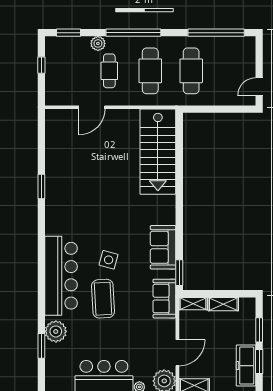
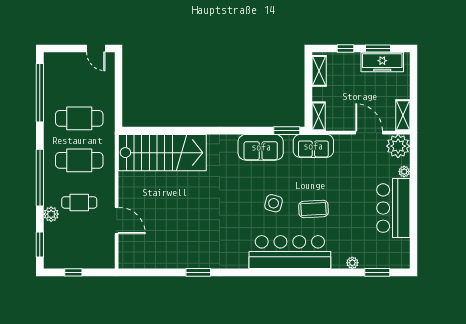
coffee table: (103, 299) -> (314, 209), width x0.73, depth x0.76
shelving: (223, 304) -> (319, 71), moved
window: (259, 330) -> (346, 48), width x0.67
plant: (56, 331) -> (352, 263), width x0.53, depth x0.53
window: (41, 346) -> (377, 272), moved

